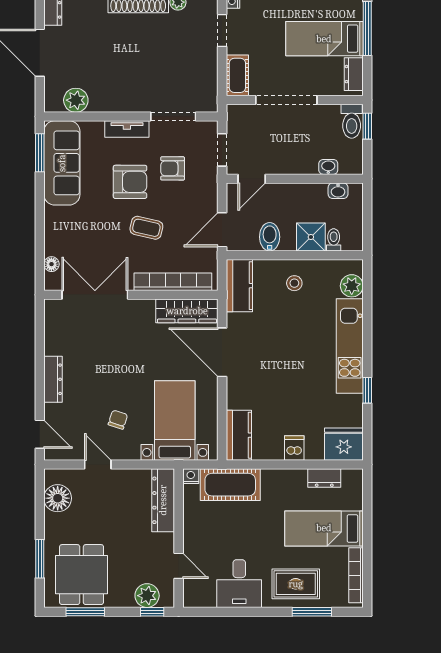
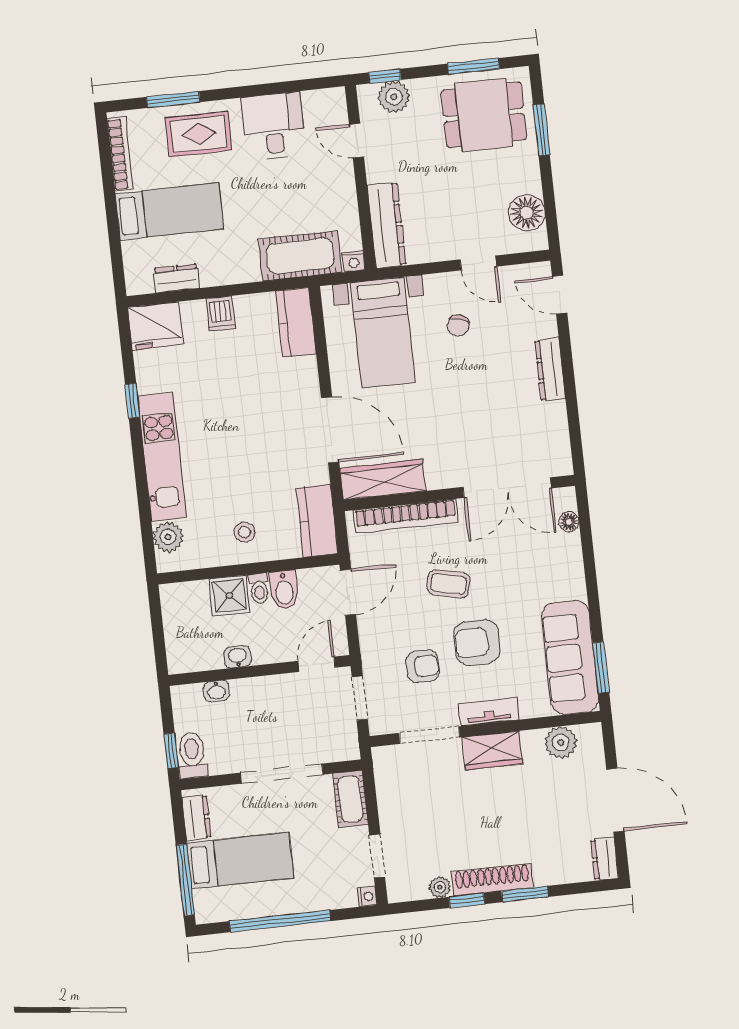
wardrobe: (127, 100) -> (492, 750), added
washbasin: (338, 191) -> (238, 657), moved
toilet: (334, 240) -> (259, 588), moved
dining table: (82, 575) -> (484, 115), turned 90

